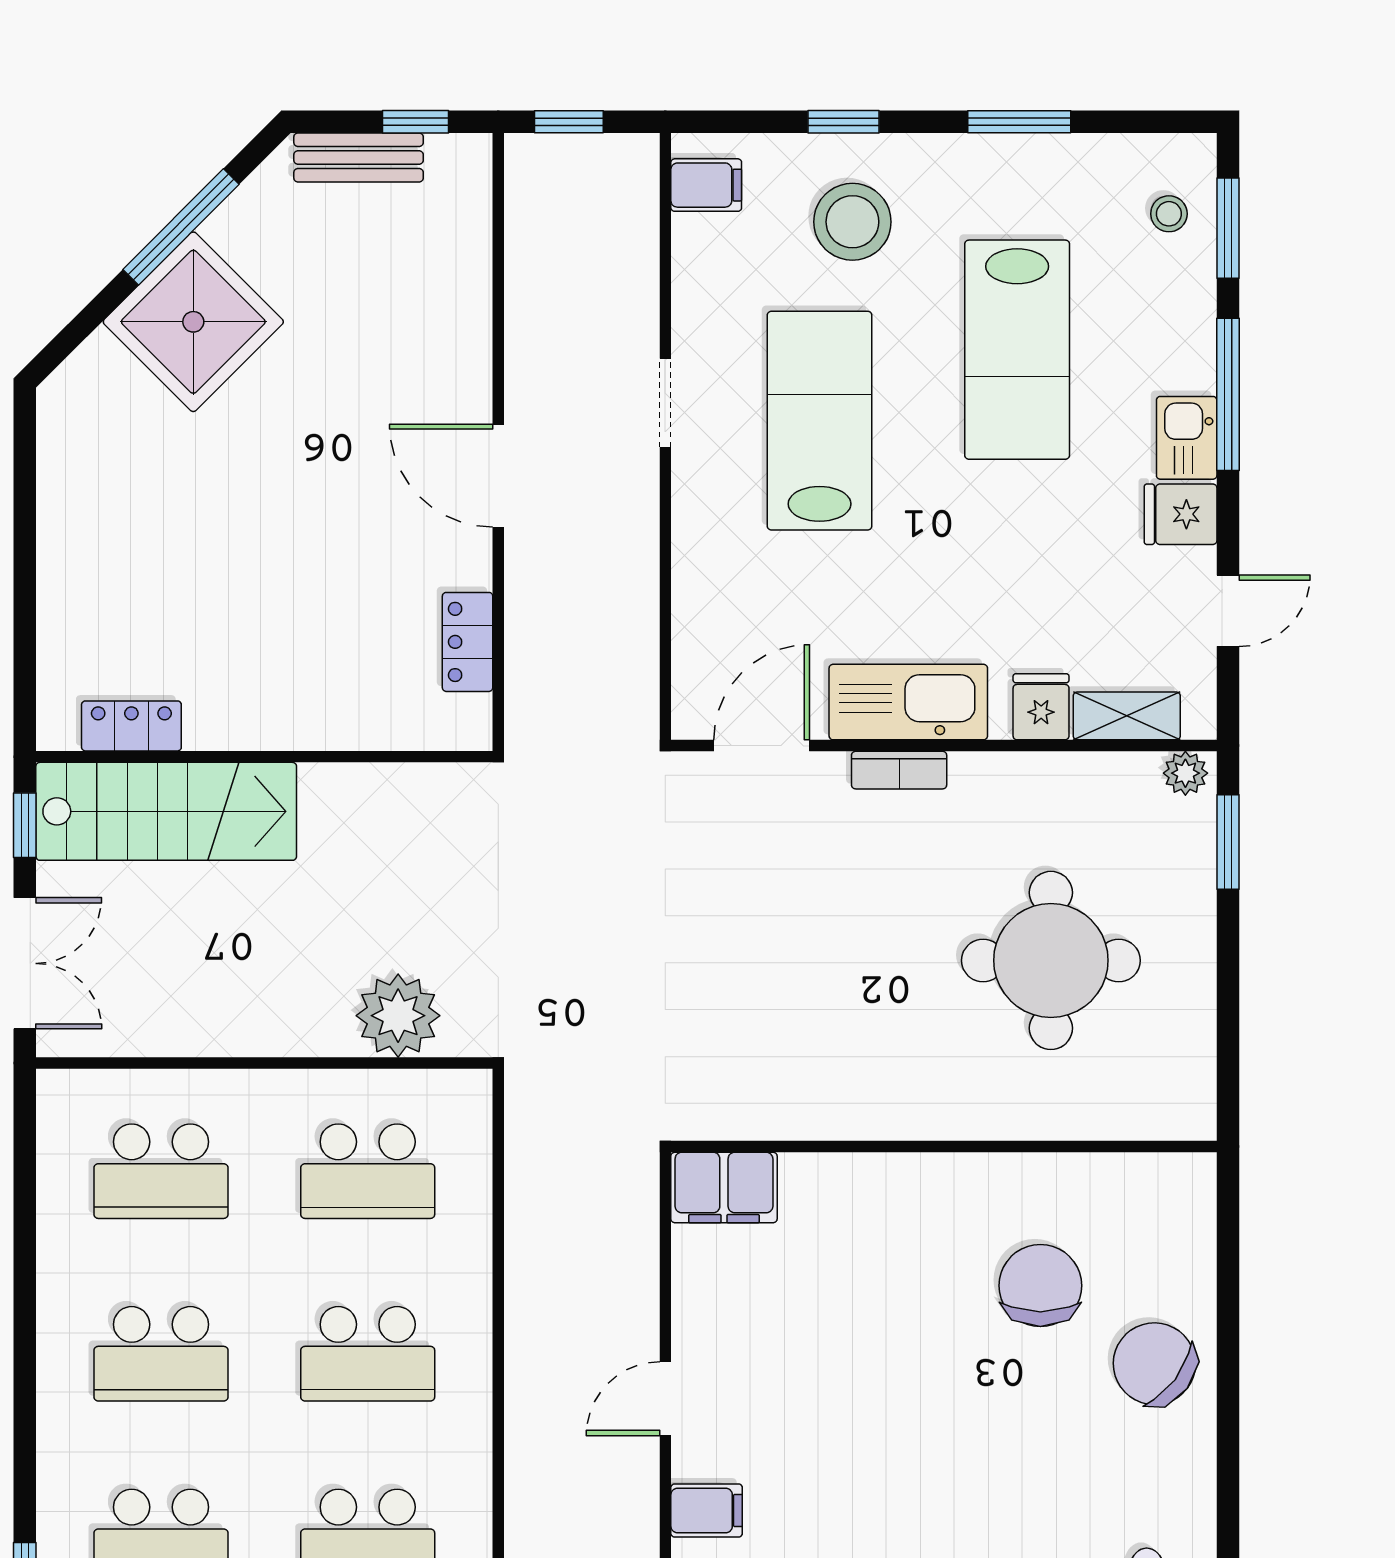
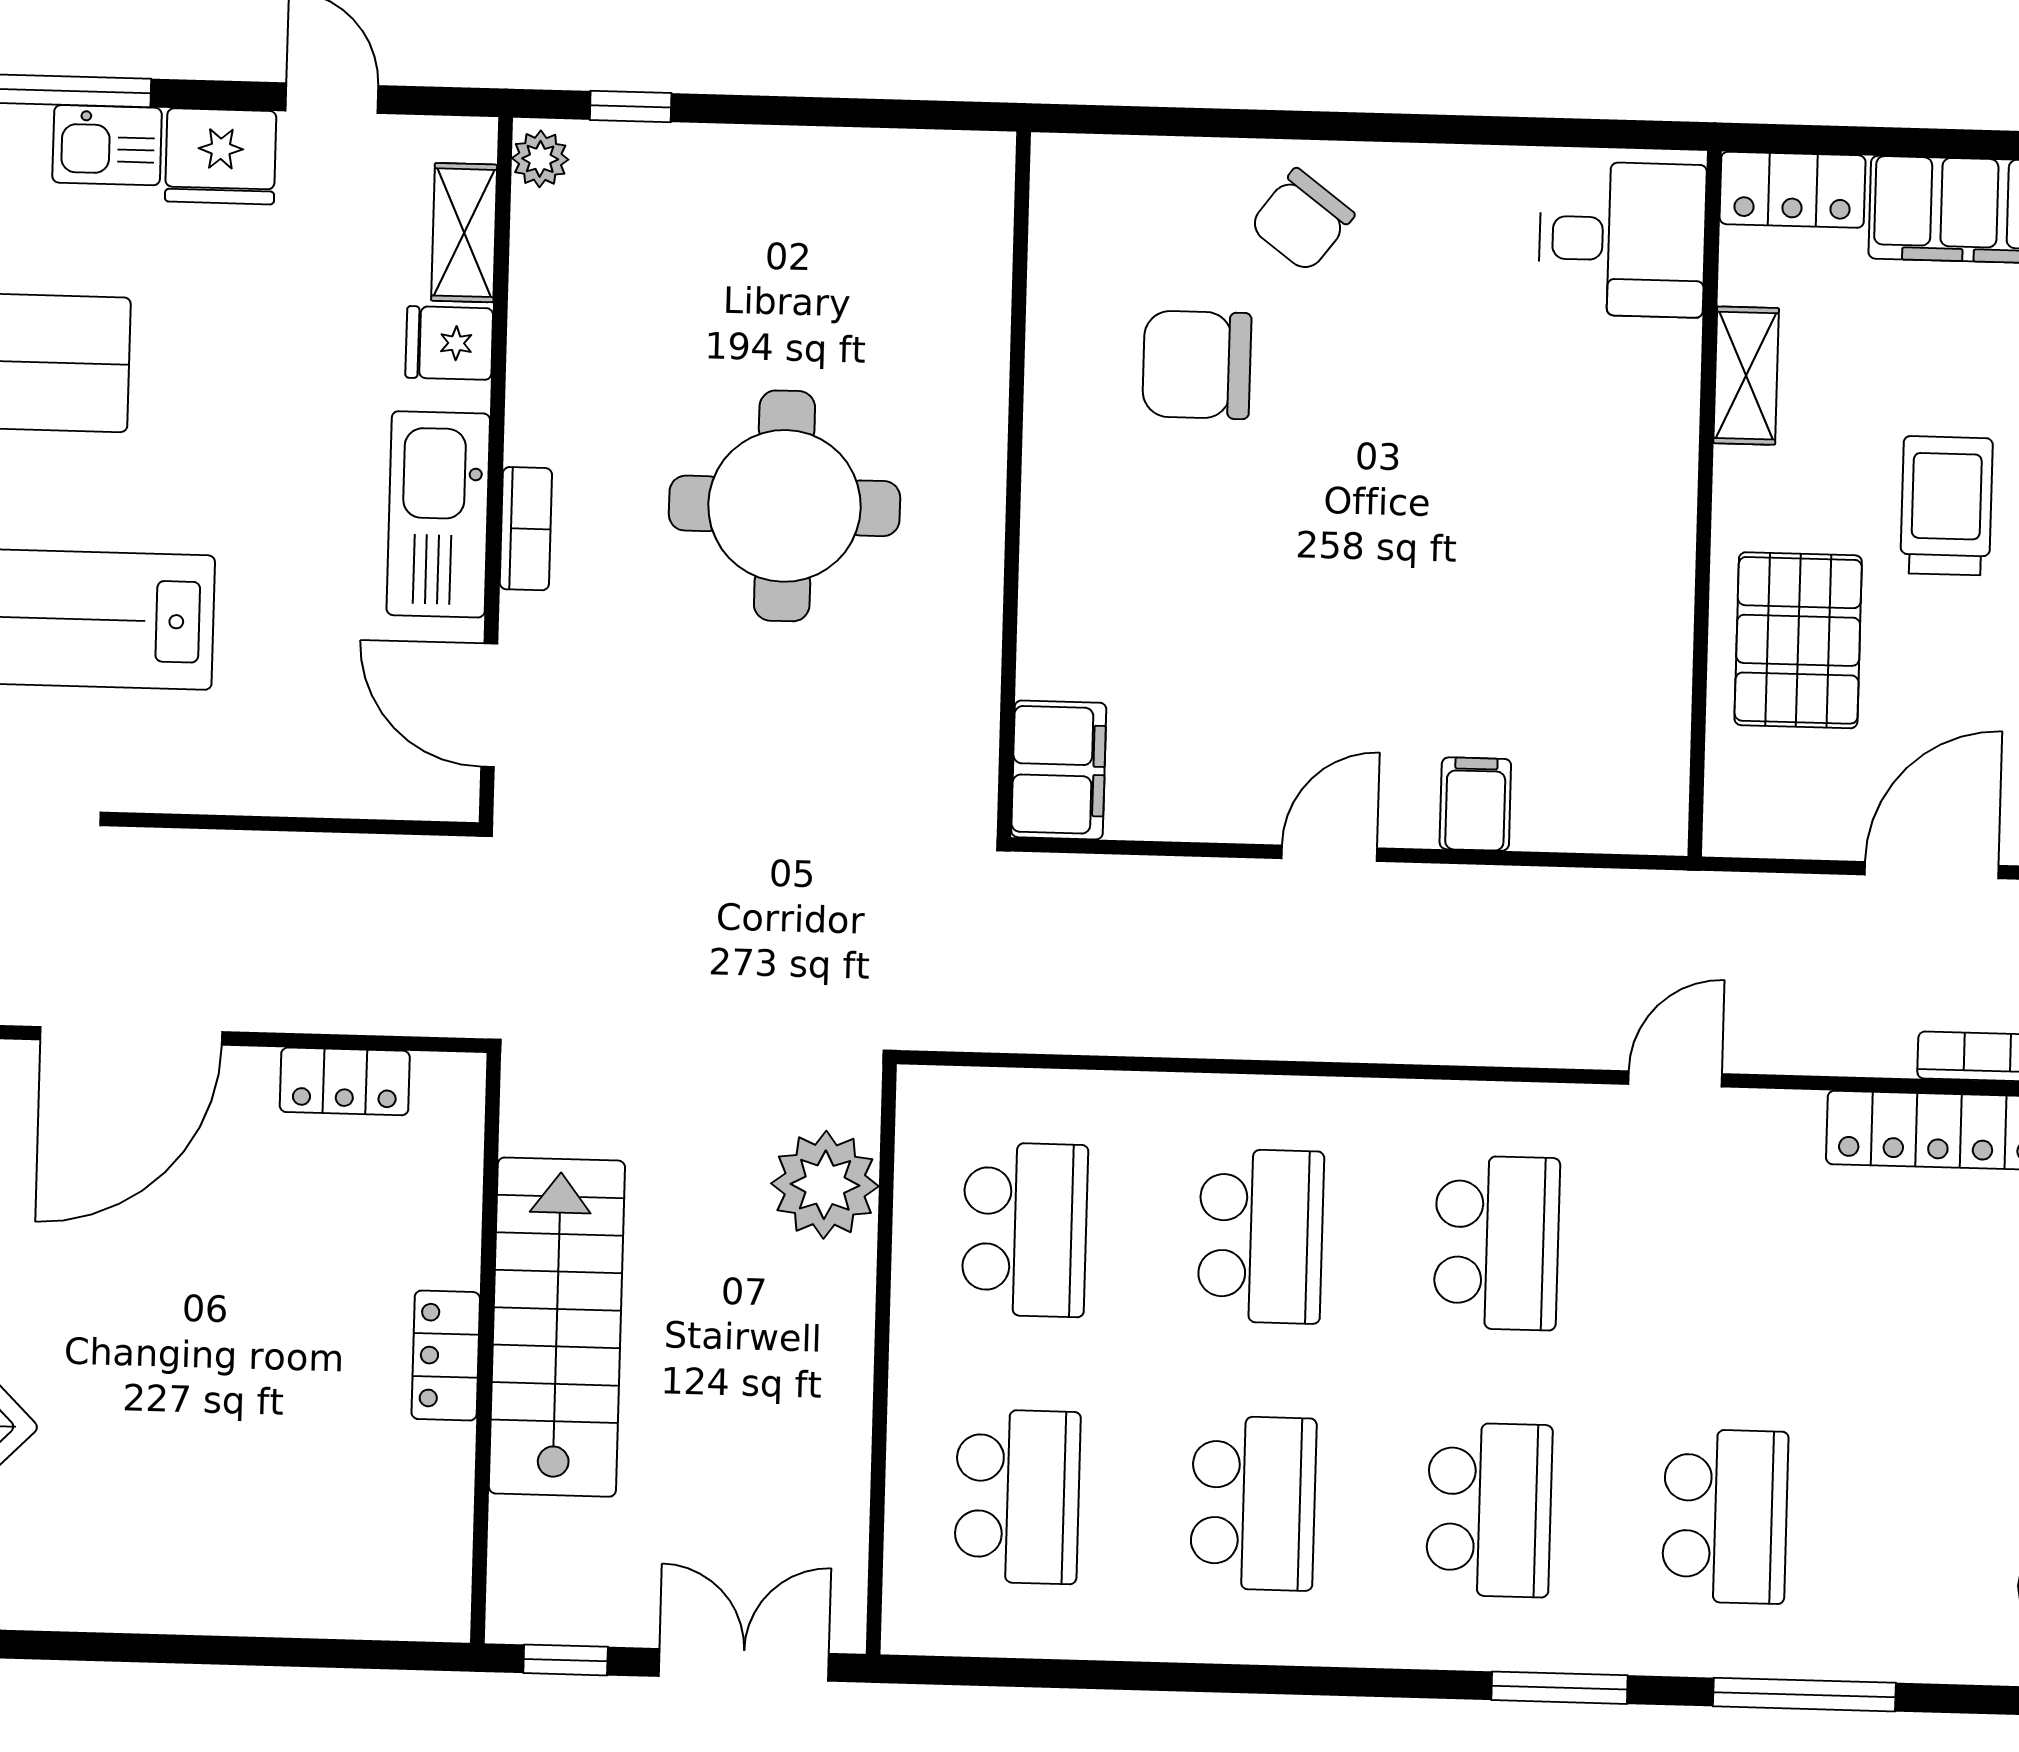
door: (498, 476) -> (131, 1036), width x1.36
fridge: (1181, 514) -> (221, 156), width x1.38
locker: (131, 726) -> (446, 1356), moved
stairs: (166, 811) -> (557, 1327), moved
window: (1228, 842) -> (631, 106), width x0.67
round table: (1051, 960) -> (784, 506), moved
chair: (1154, 1364) -> (1302, 220), width x0.73, depth x0.73
door: (665, 1399) -> (1329, 853), swing flipped

